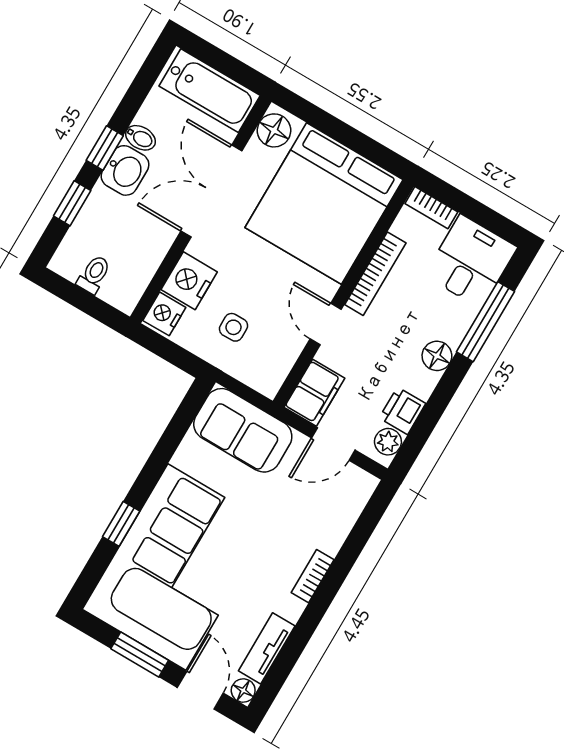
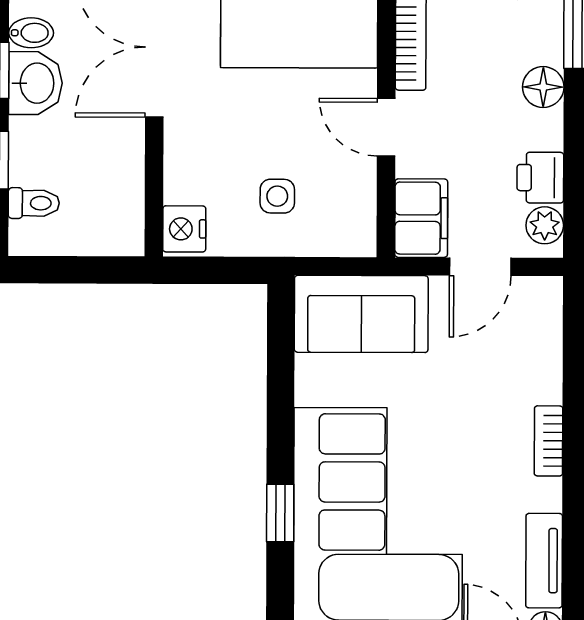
toilet: (94, 274) -> (34, 203), moved, turned 90
nightstand: (189, 281) -> (191, 171), removed

